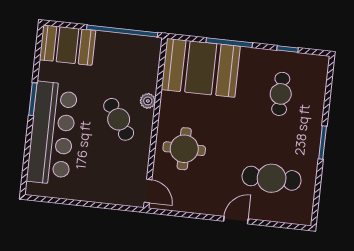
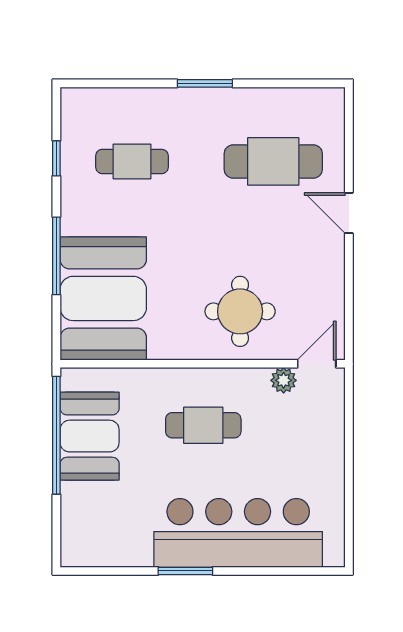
booth: (67, 45) -> (90, 436), moved
plant: (148, 101) -> (284, 380), moved
cafe table: (119, 119) -> (203, 425), turned 34
cafe table: (272, 178) -> (273, 161), turned 90

